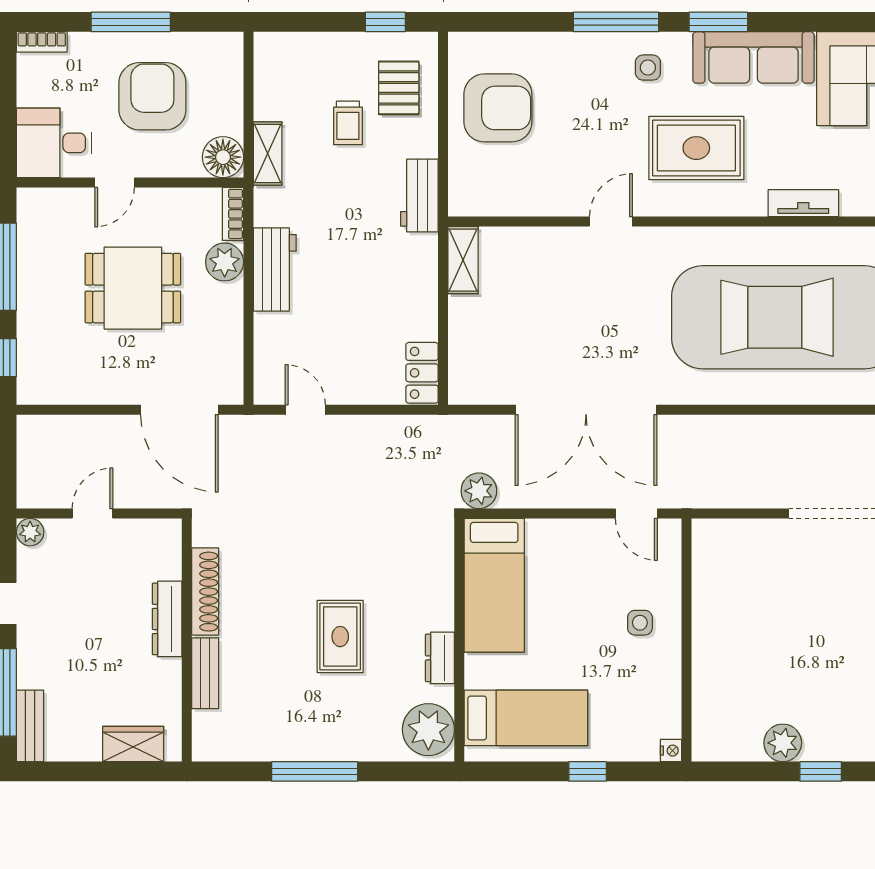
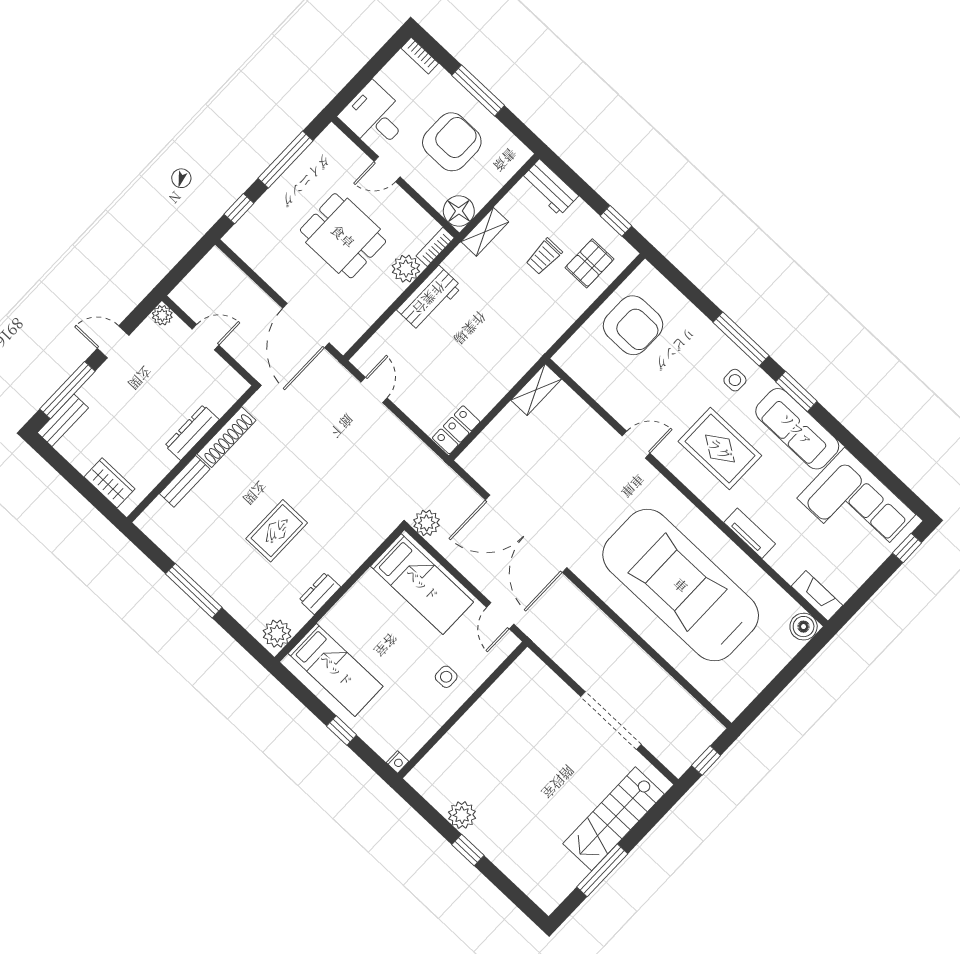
workbench: (419, 196) -> (550, 187), moved, turned -90
bed: (494, 585) -> (422, 584), moved, turned -90
plant: (428, 730) -> (277, 634), width x0.73, depth x0.73

